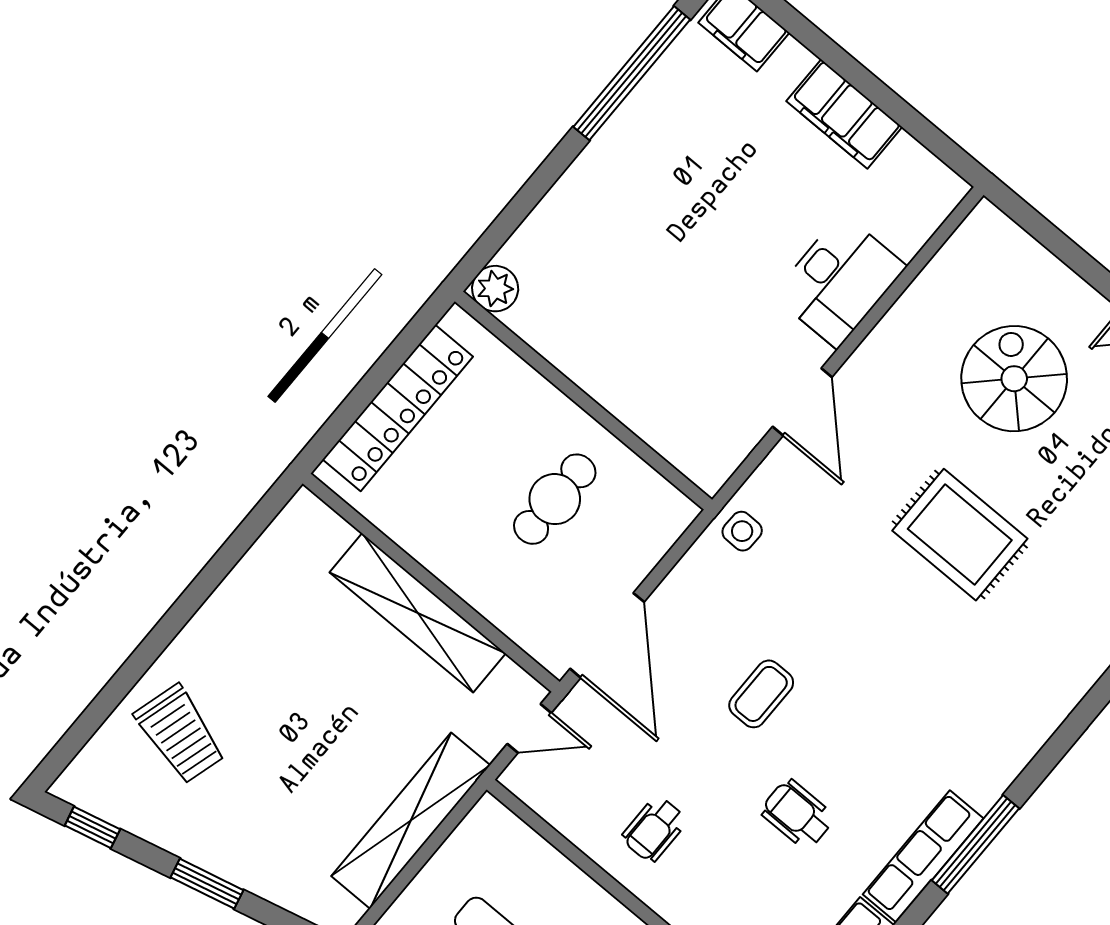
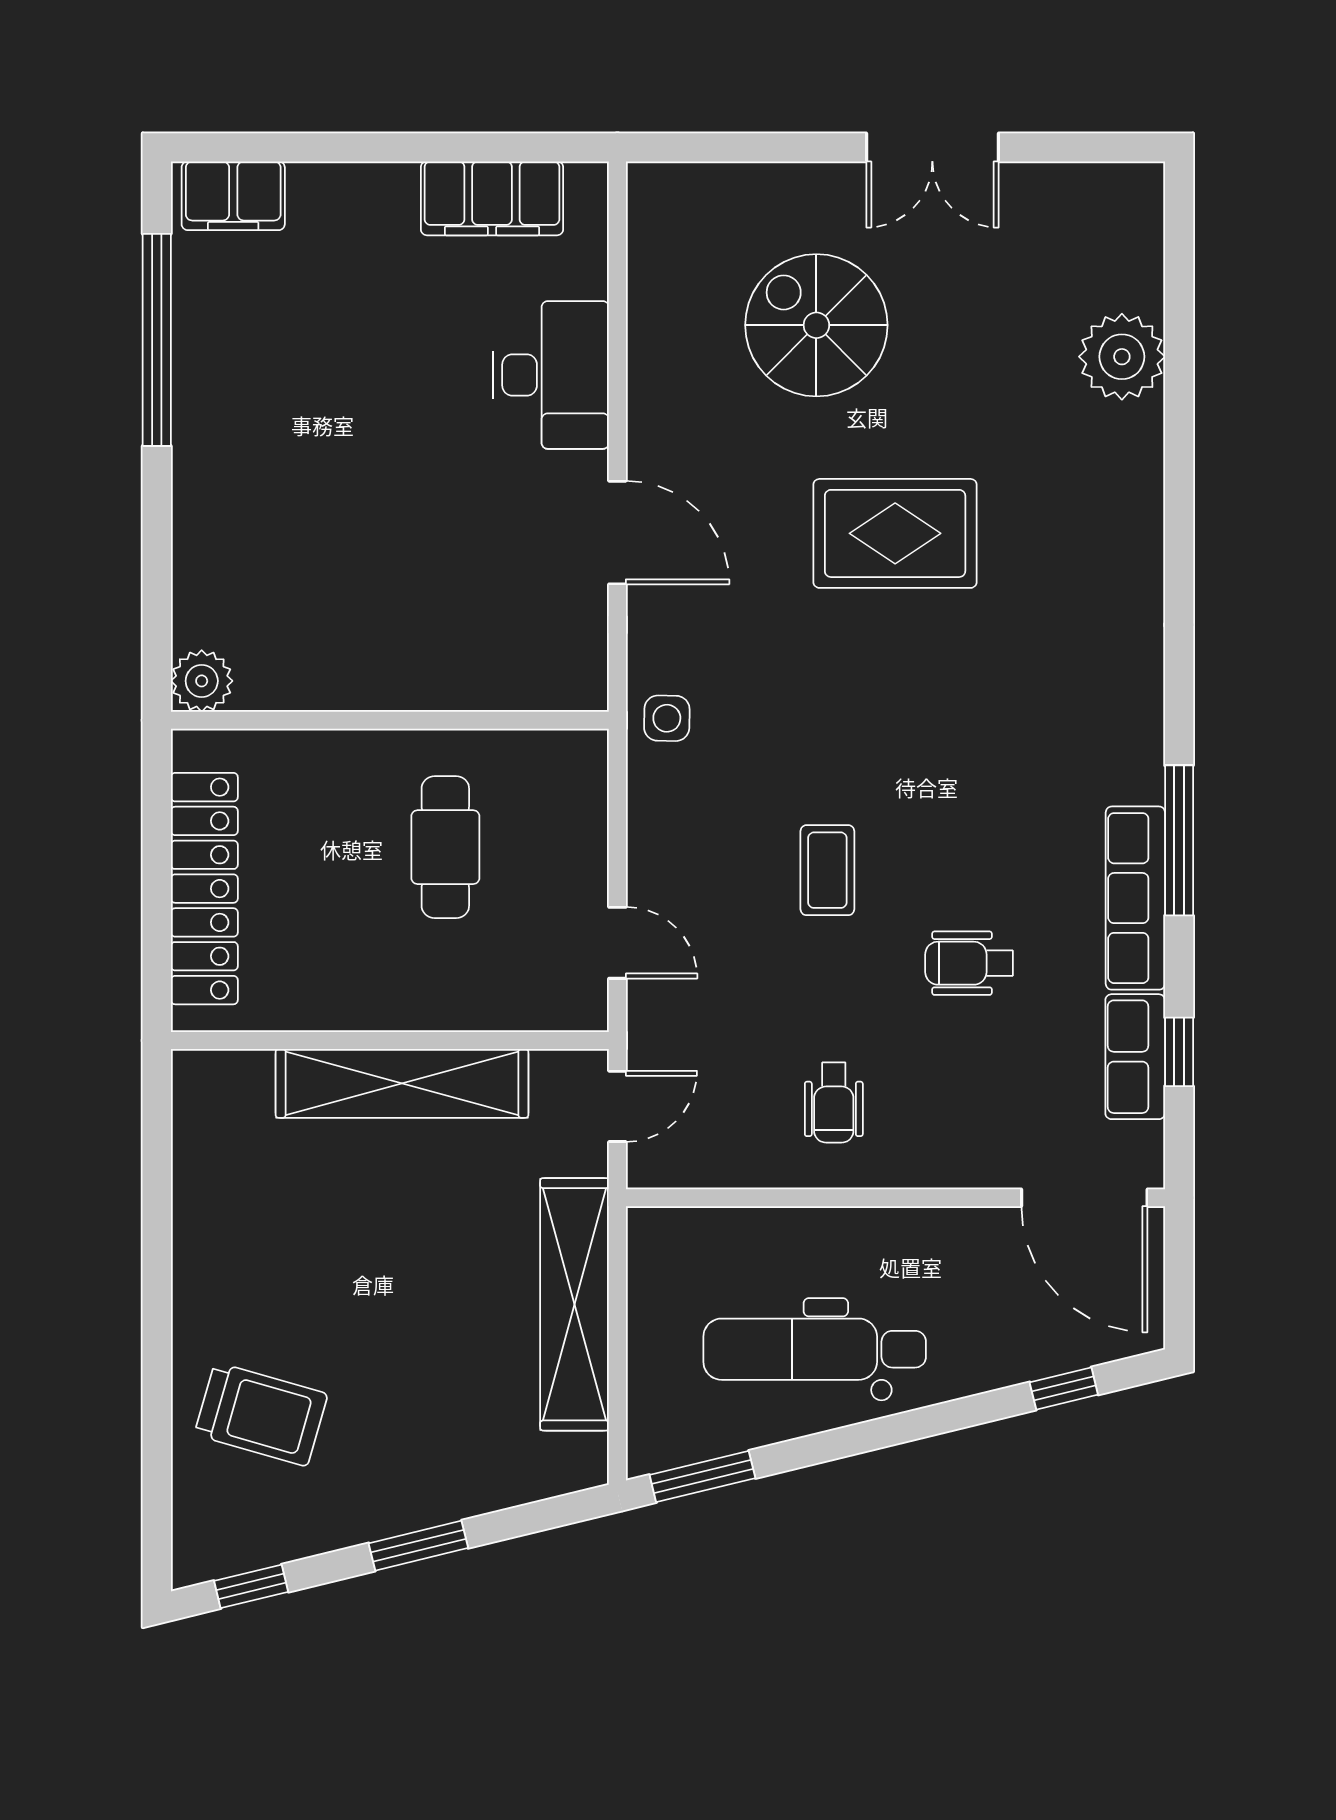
filing cabinet: (844, 114) -> (492, 198), moved
door: (607, 635) -> (617, 943), width x0.53

